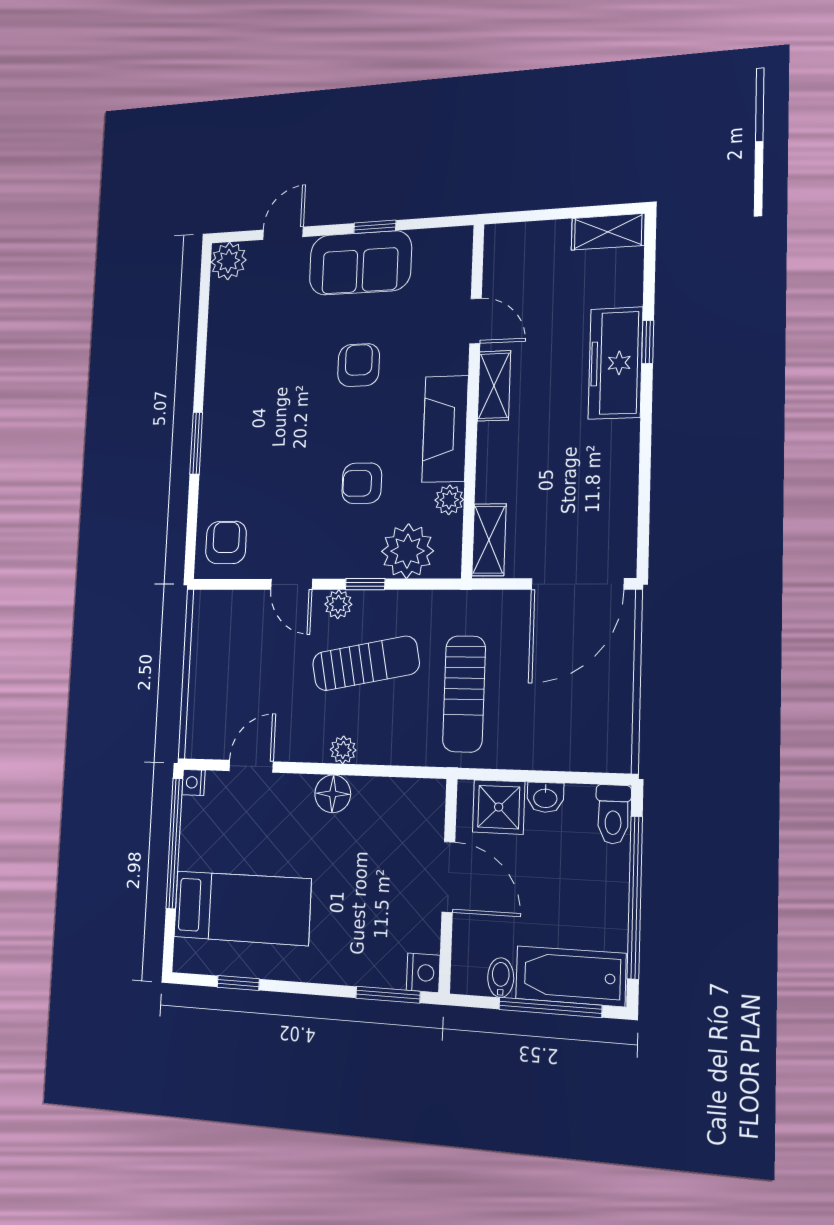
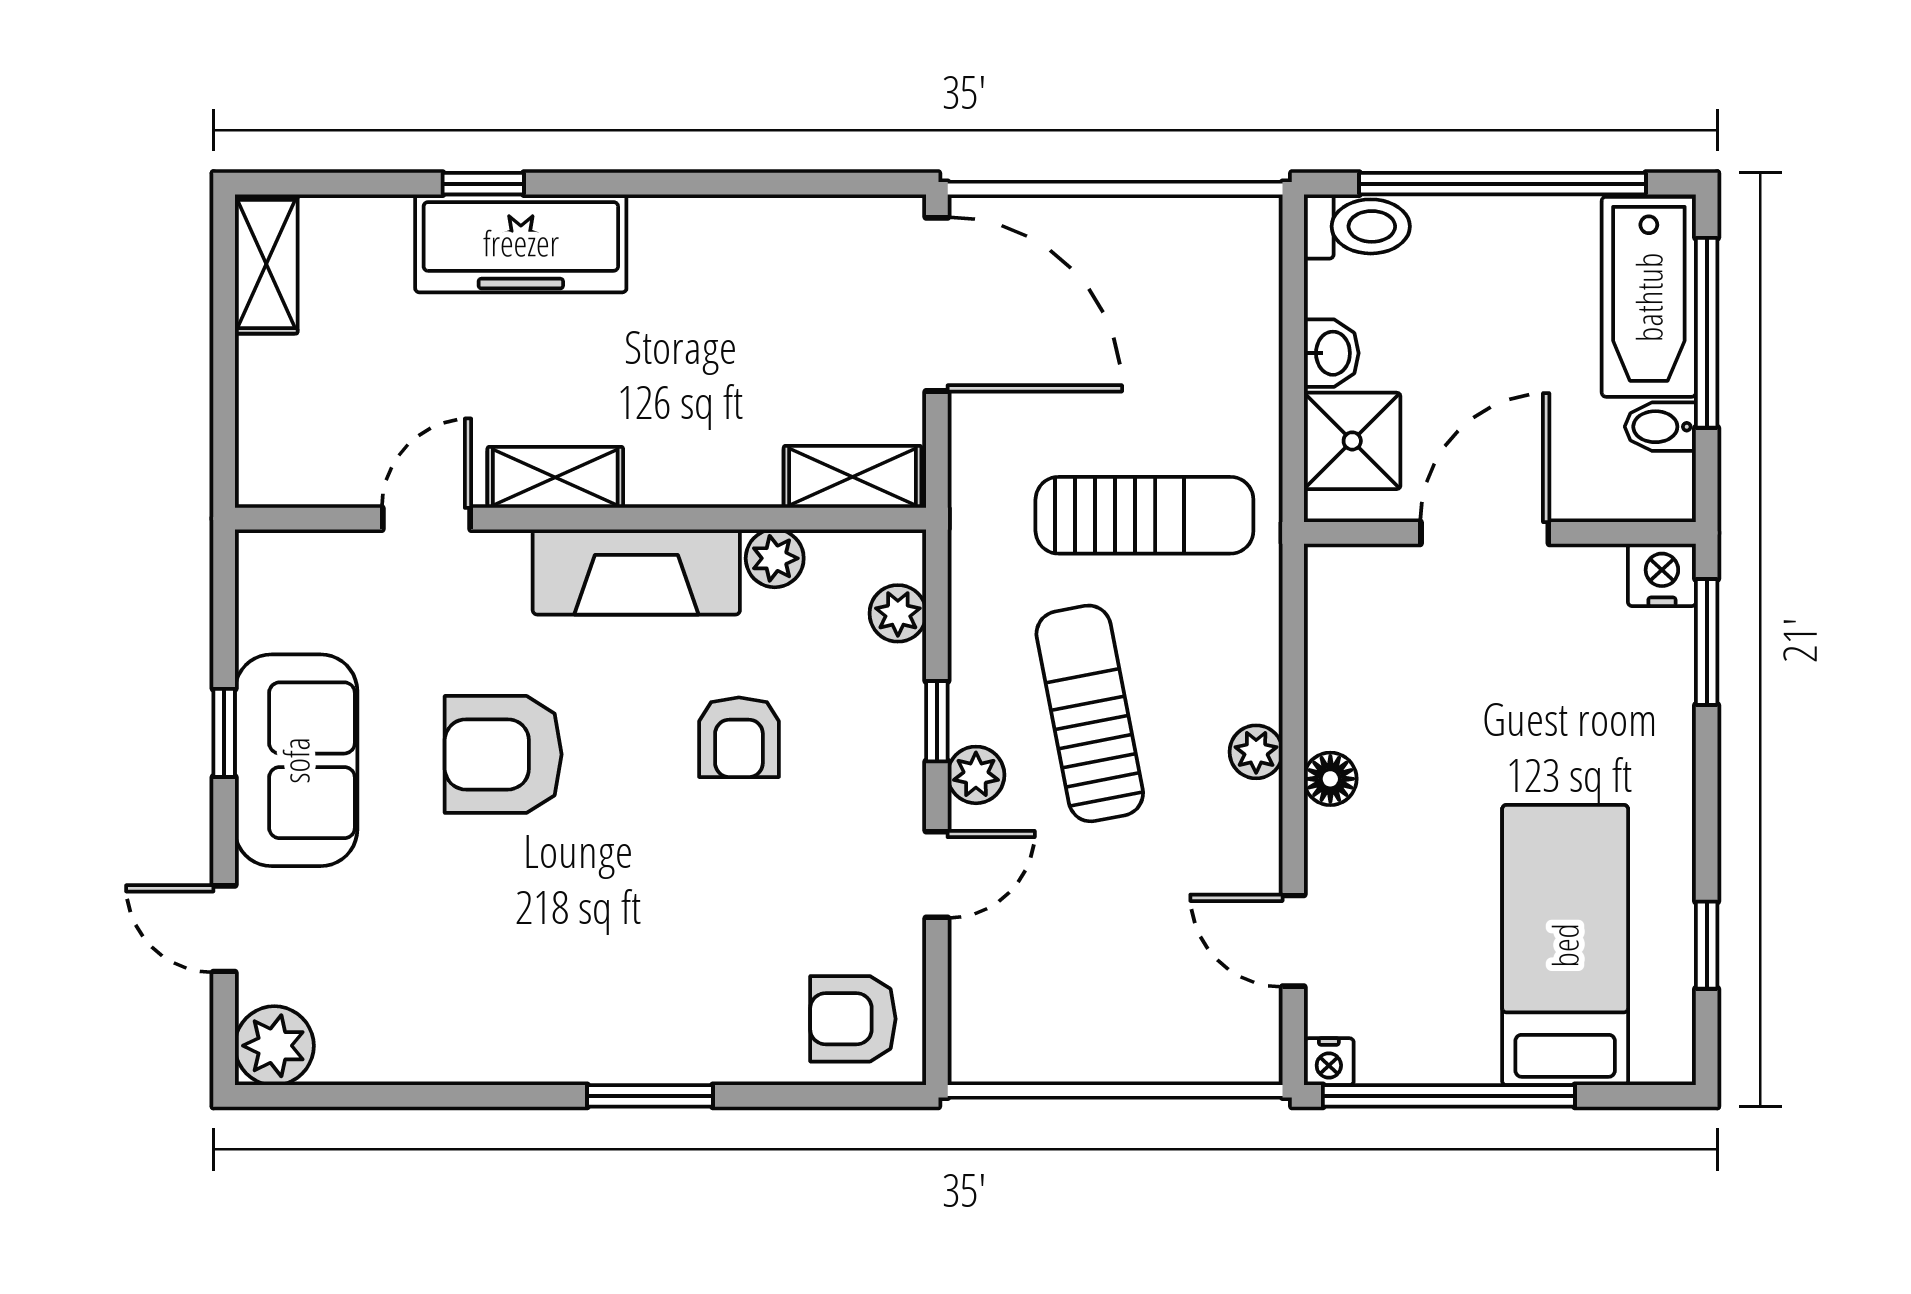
armchair: (359, 365) -> (503, 754), width x1.38, depth x1.38
plant: (407, 551) -> (898, 613), width x0.53, depth x0.53
floor lamp: (333, 794) -> (1330, 779), width x0.73, depth x0.73

